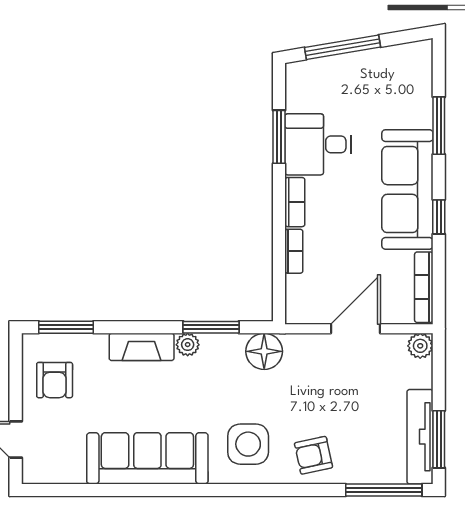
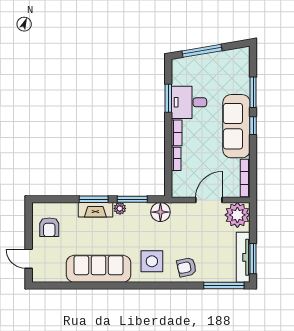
window: (439, 217) -> (253, 126), moved
window: (66, 327) -> (94, 199), moved
plant: (420, 346) -> (237, 215), width x1.88, depth x1.88

